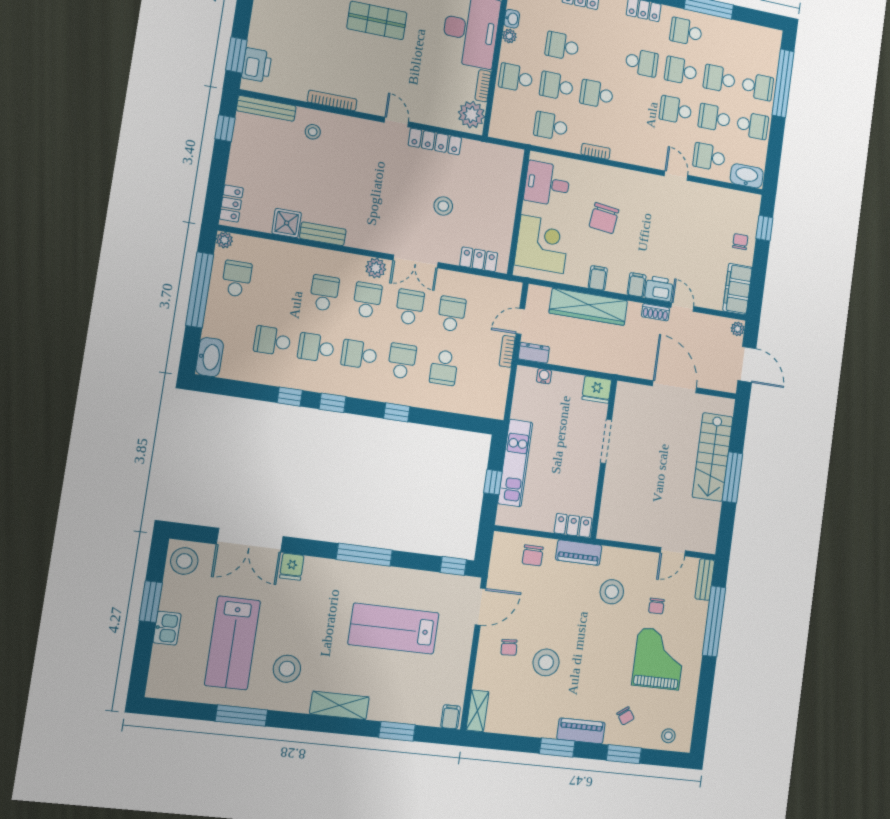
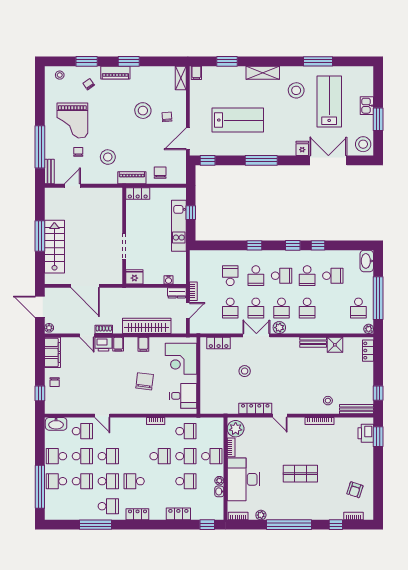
school desk: (316, 348) -> (307, 276), turned 90

